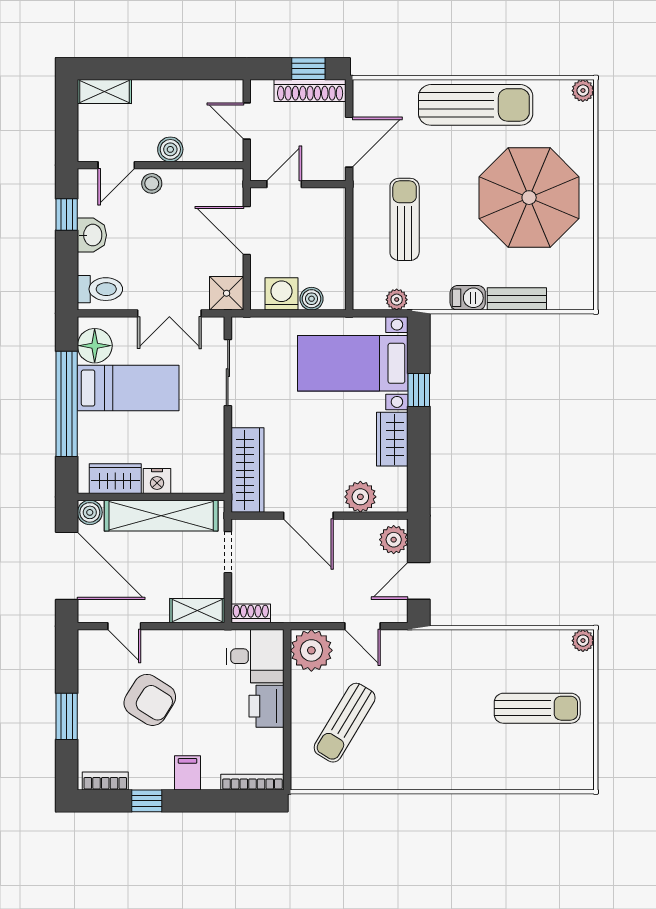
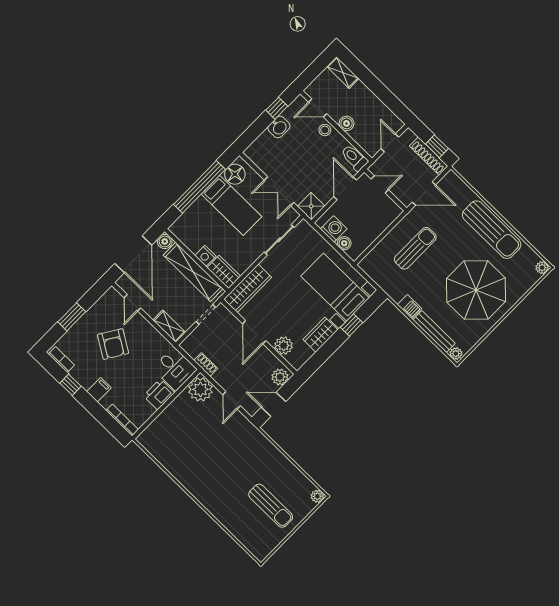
toilet: (100, 289) -> (354, 158), moved, turned 180
bench: (517, 299) -> (434, 332), width x1.36
plant: (397, 300) -> (456, 354), moved
wardrobe: (115, 479) -> (224, 272), moved
shoe rack: (251, 613) -> (206, 364), moved
sun lounger: (345, 723) -> (185, 433), removed

